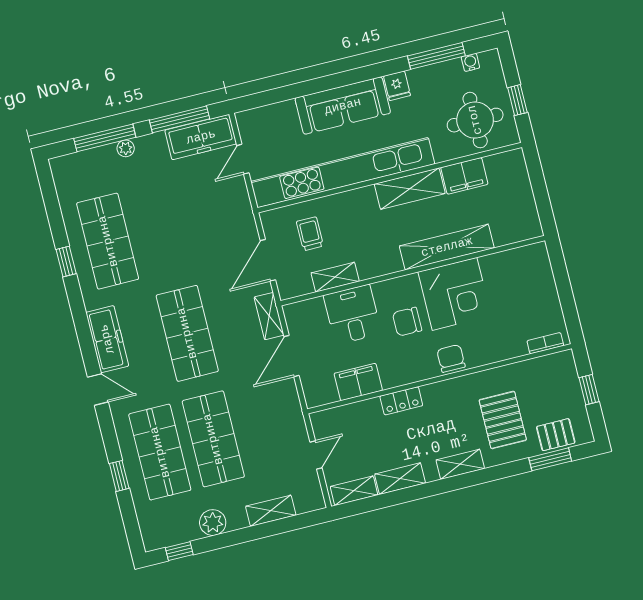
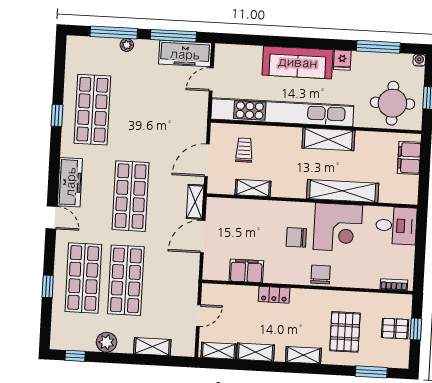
water cooler: (470, 62) -> (419, 60), moved
filing cabinet: (464, 176) -> (409, 158), moved, turned 90
desk: (352, 314) -> (396, 226), moved, turned 90
pallet: (556, 435) -> (395, 329), moved

